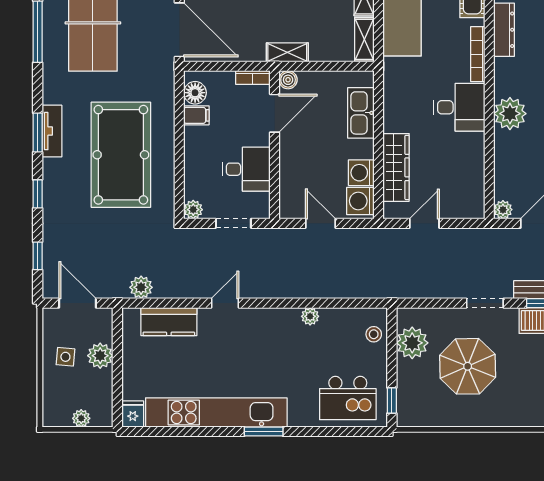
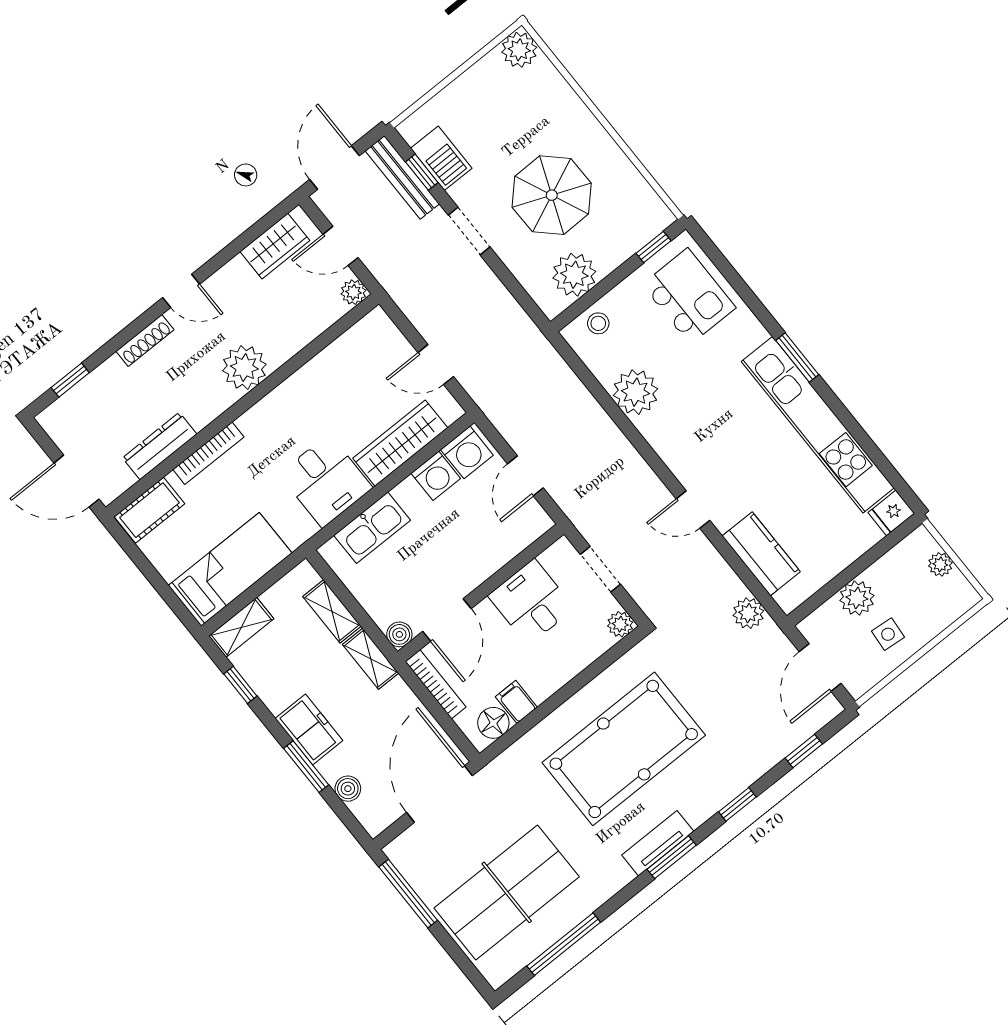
shelving: (364, 39) -> (332, 611), moved, turned 90
bookcase: (253, 78) -> (436, 684), width x1.56
desk: (459, 107) -> (326, 481), moved, turned 180
door: (275, 113) -> (447, 620), swing flipped
plant: (310, 316) -> (636, 392), width x1.88, depth x1.88

